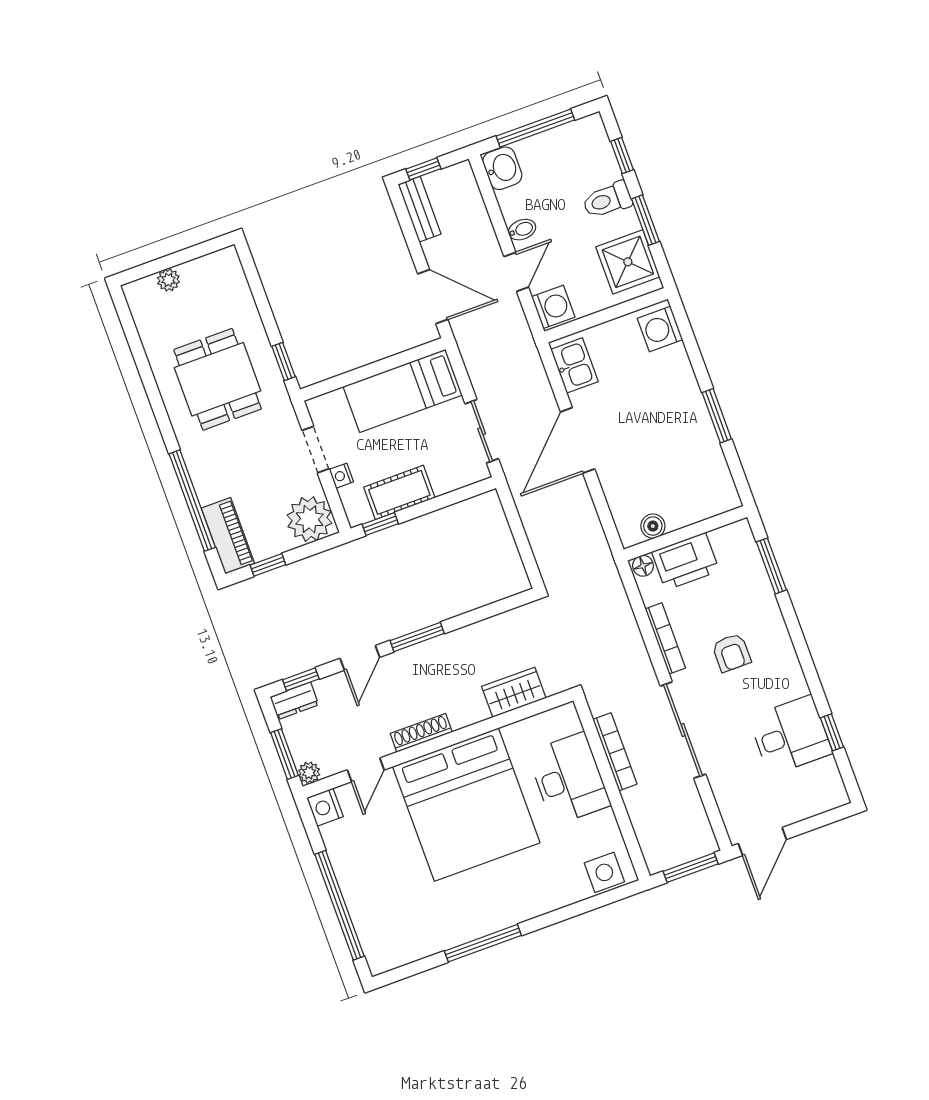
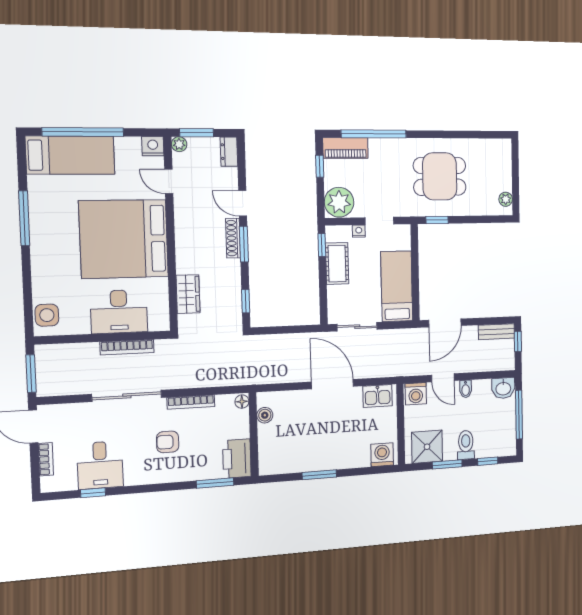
plant: (168, 280) -> (506, 199), moved
printer: (686, 561) -> (237, 459), moved
window: (301, 679) -> (246, 301), moved
shoe rack: (421, 733) -> (233, 238), moved, turned 180
bookcase: (803, 811) -> (46, 459), added
bed: (377, 911) -> (70, 155), added

